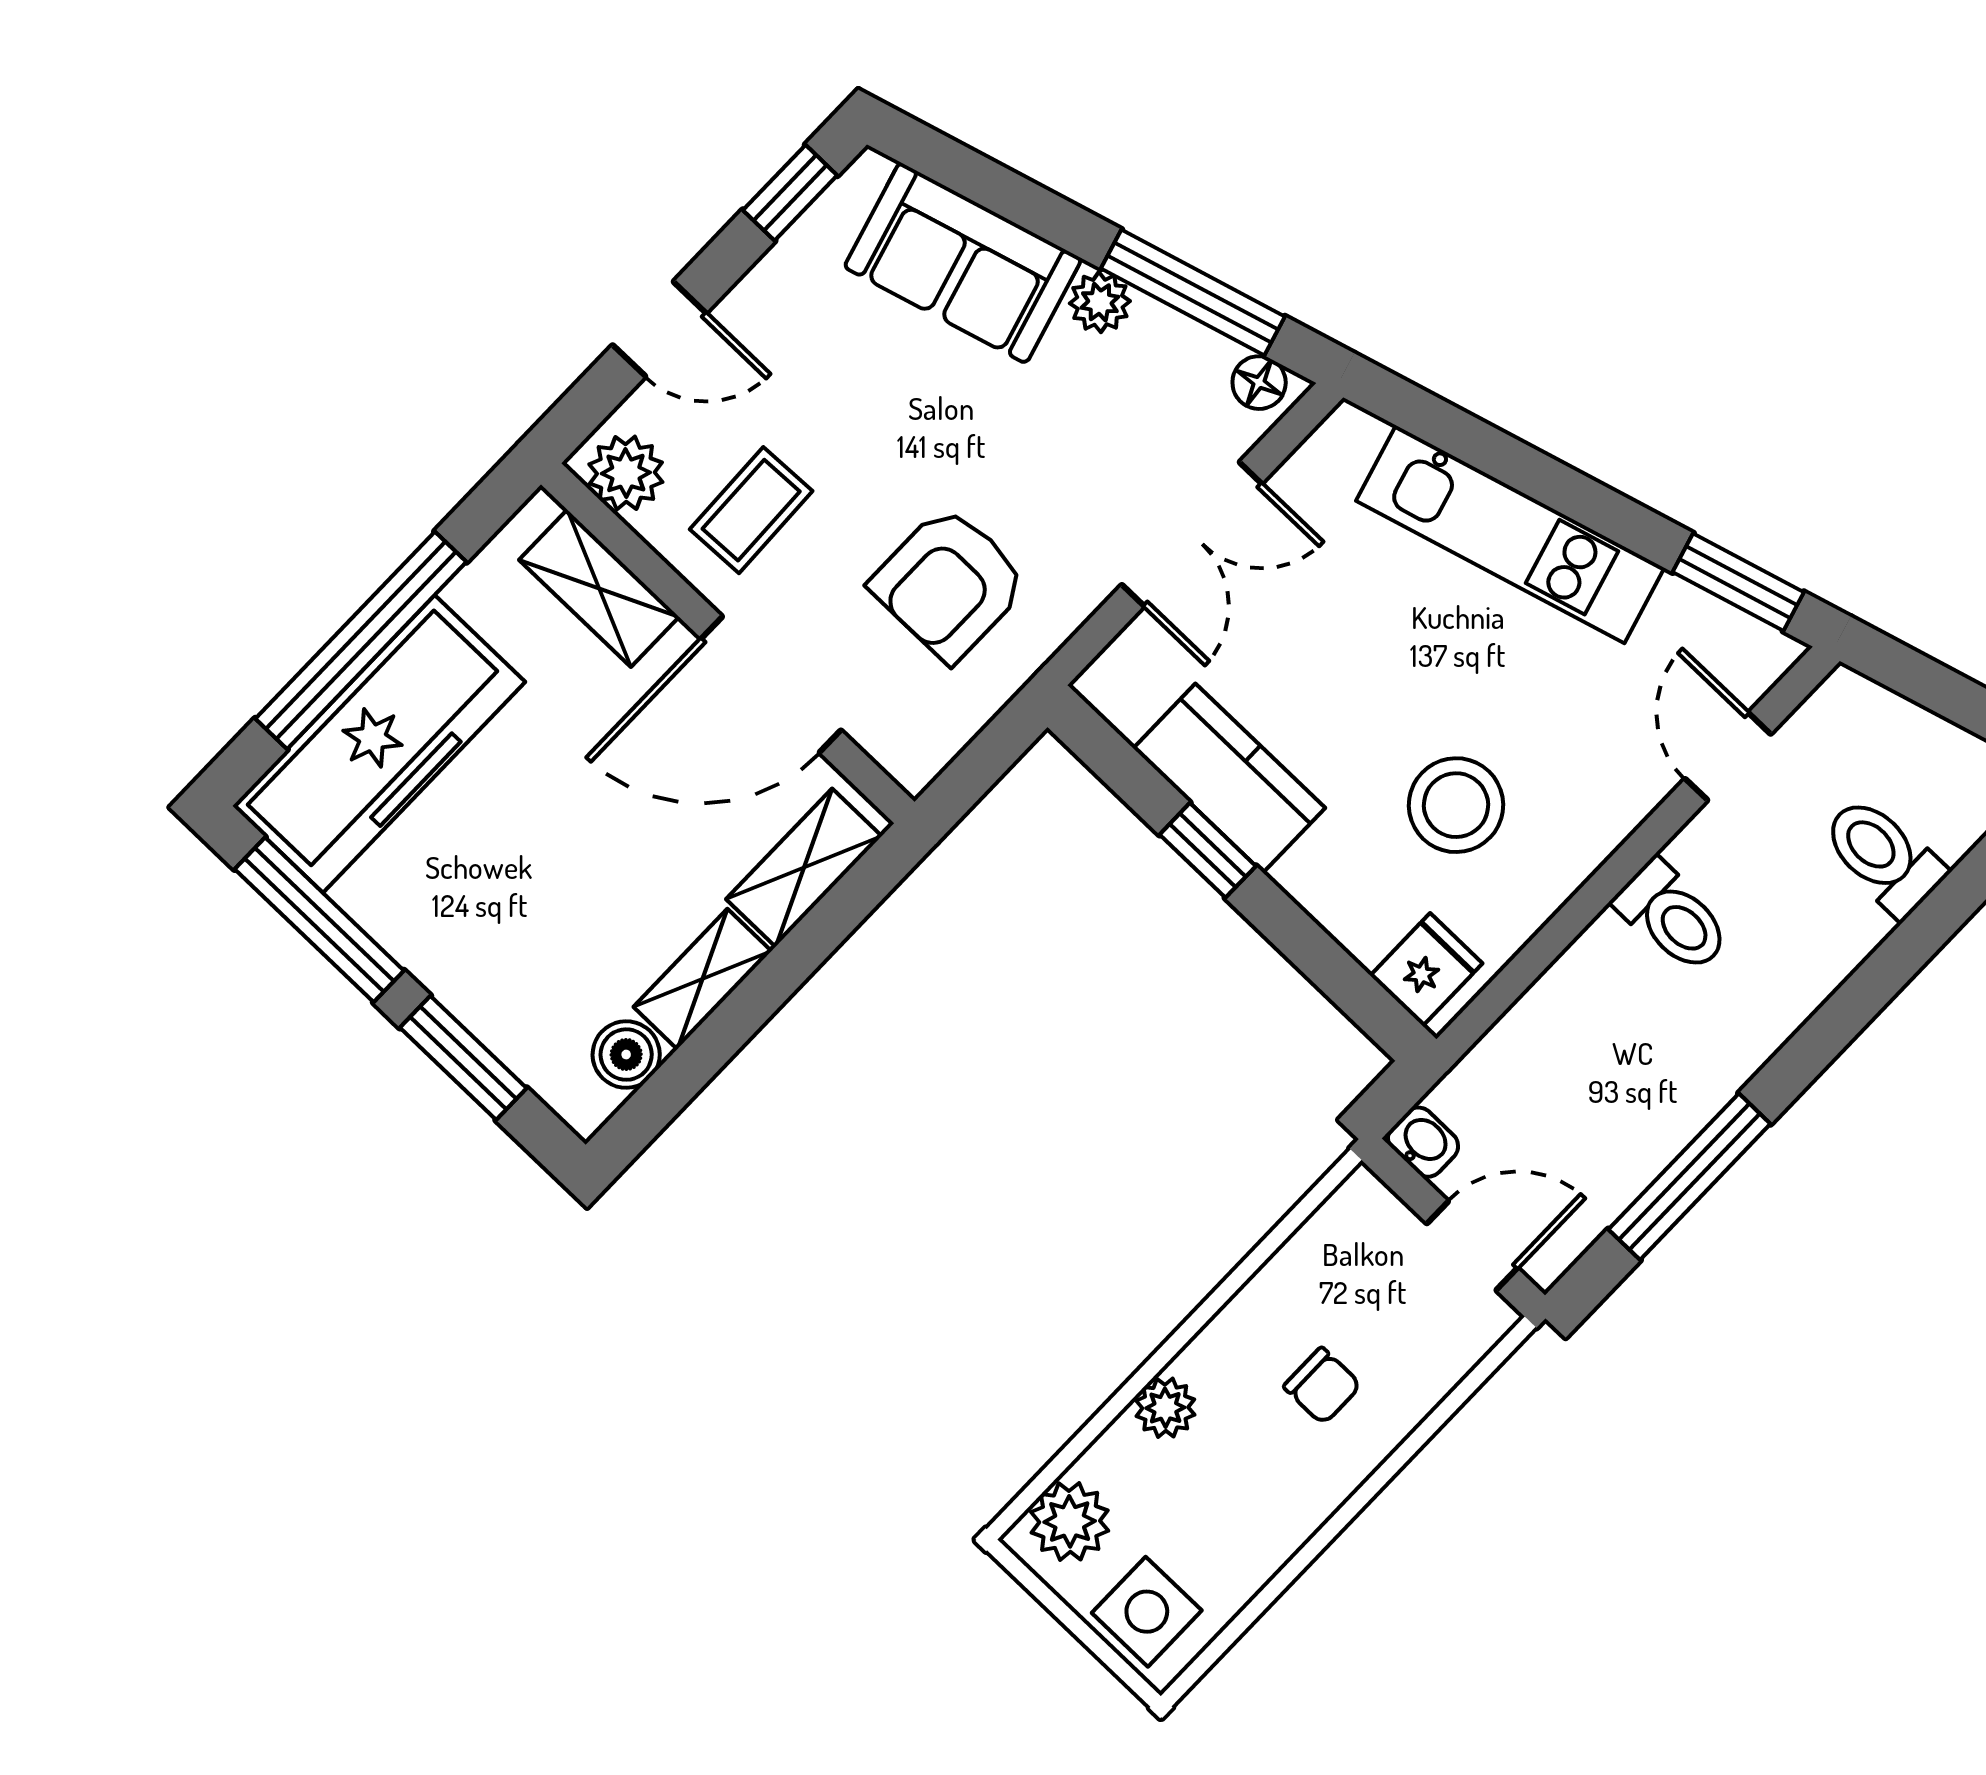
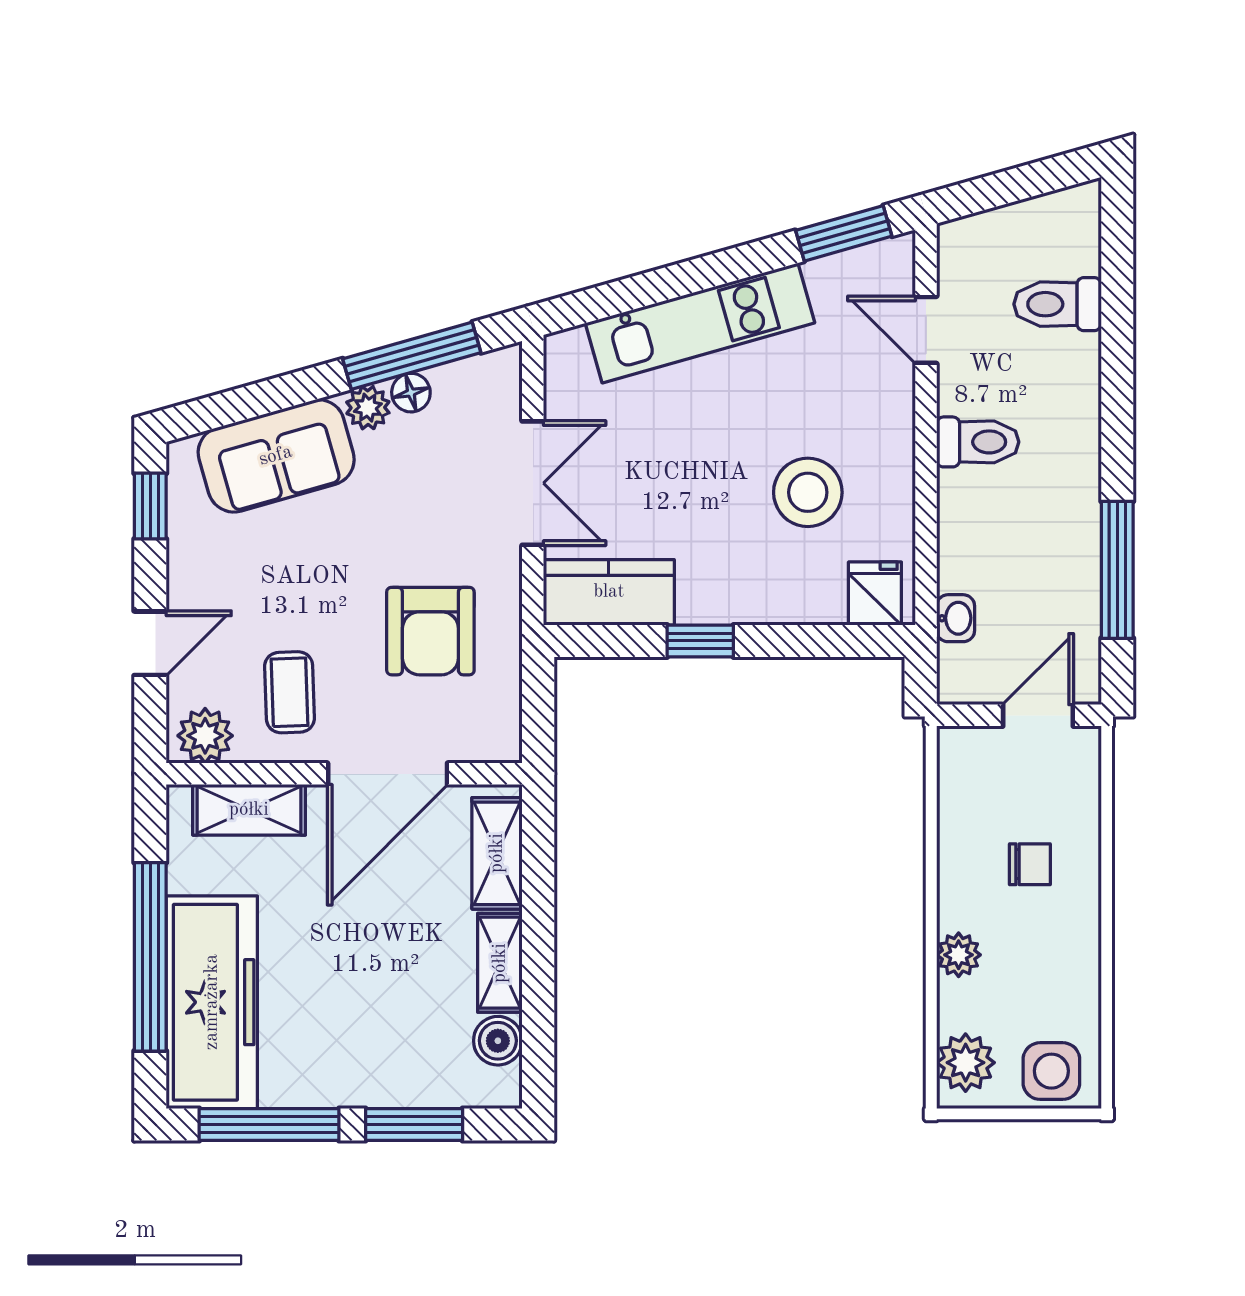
floor lamp: (1259, 383) -> (411, 393), moved
kitchen counter: (1229, 778) -> (609, 592), moved
washbasin: (1423, 1142) -> (956, 618), moved, turned 90

